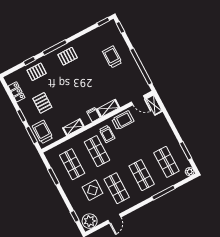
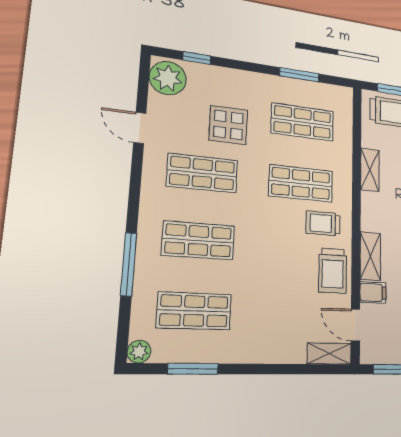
door: (138, 100) -> (356, 325), hinge flipped
filing cabinet: (93, 115) -> (373, 292), moved

